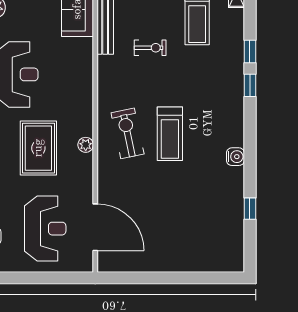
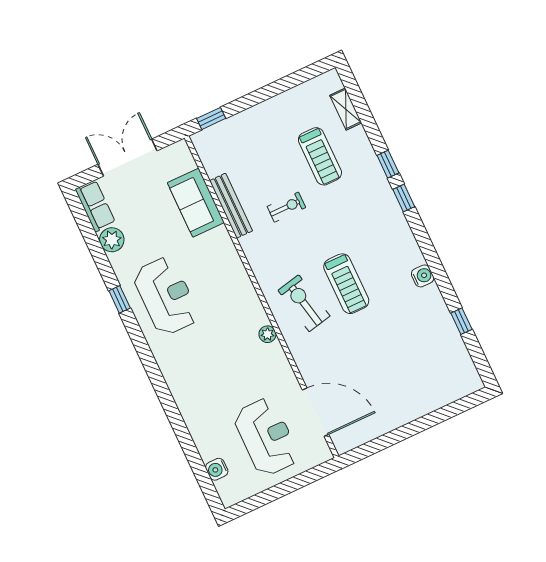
rug: (38, 148) -> (222, 360), removed

